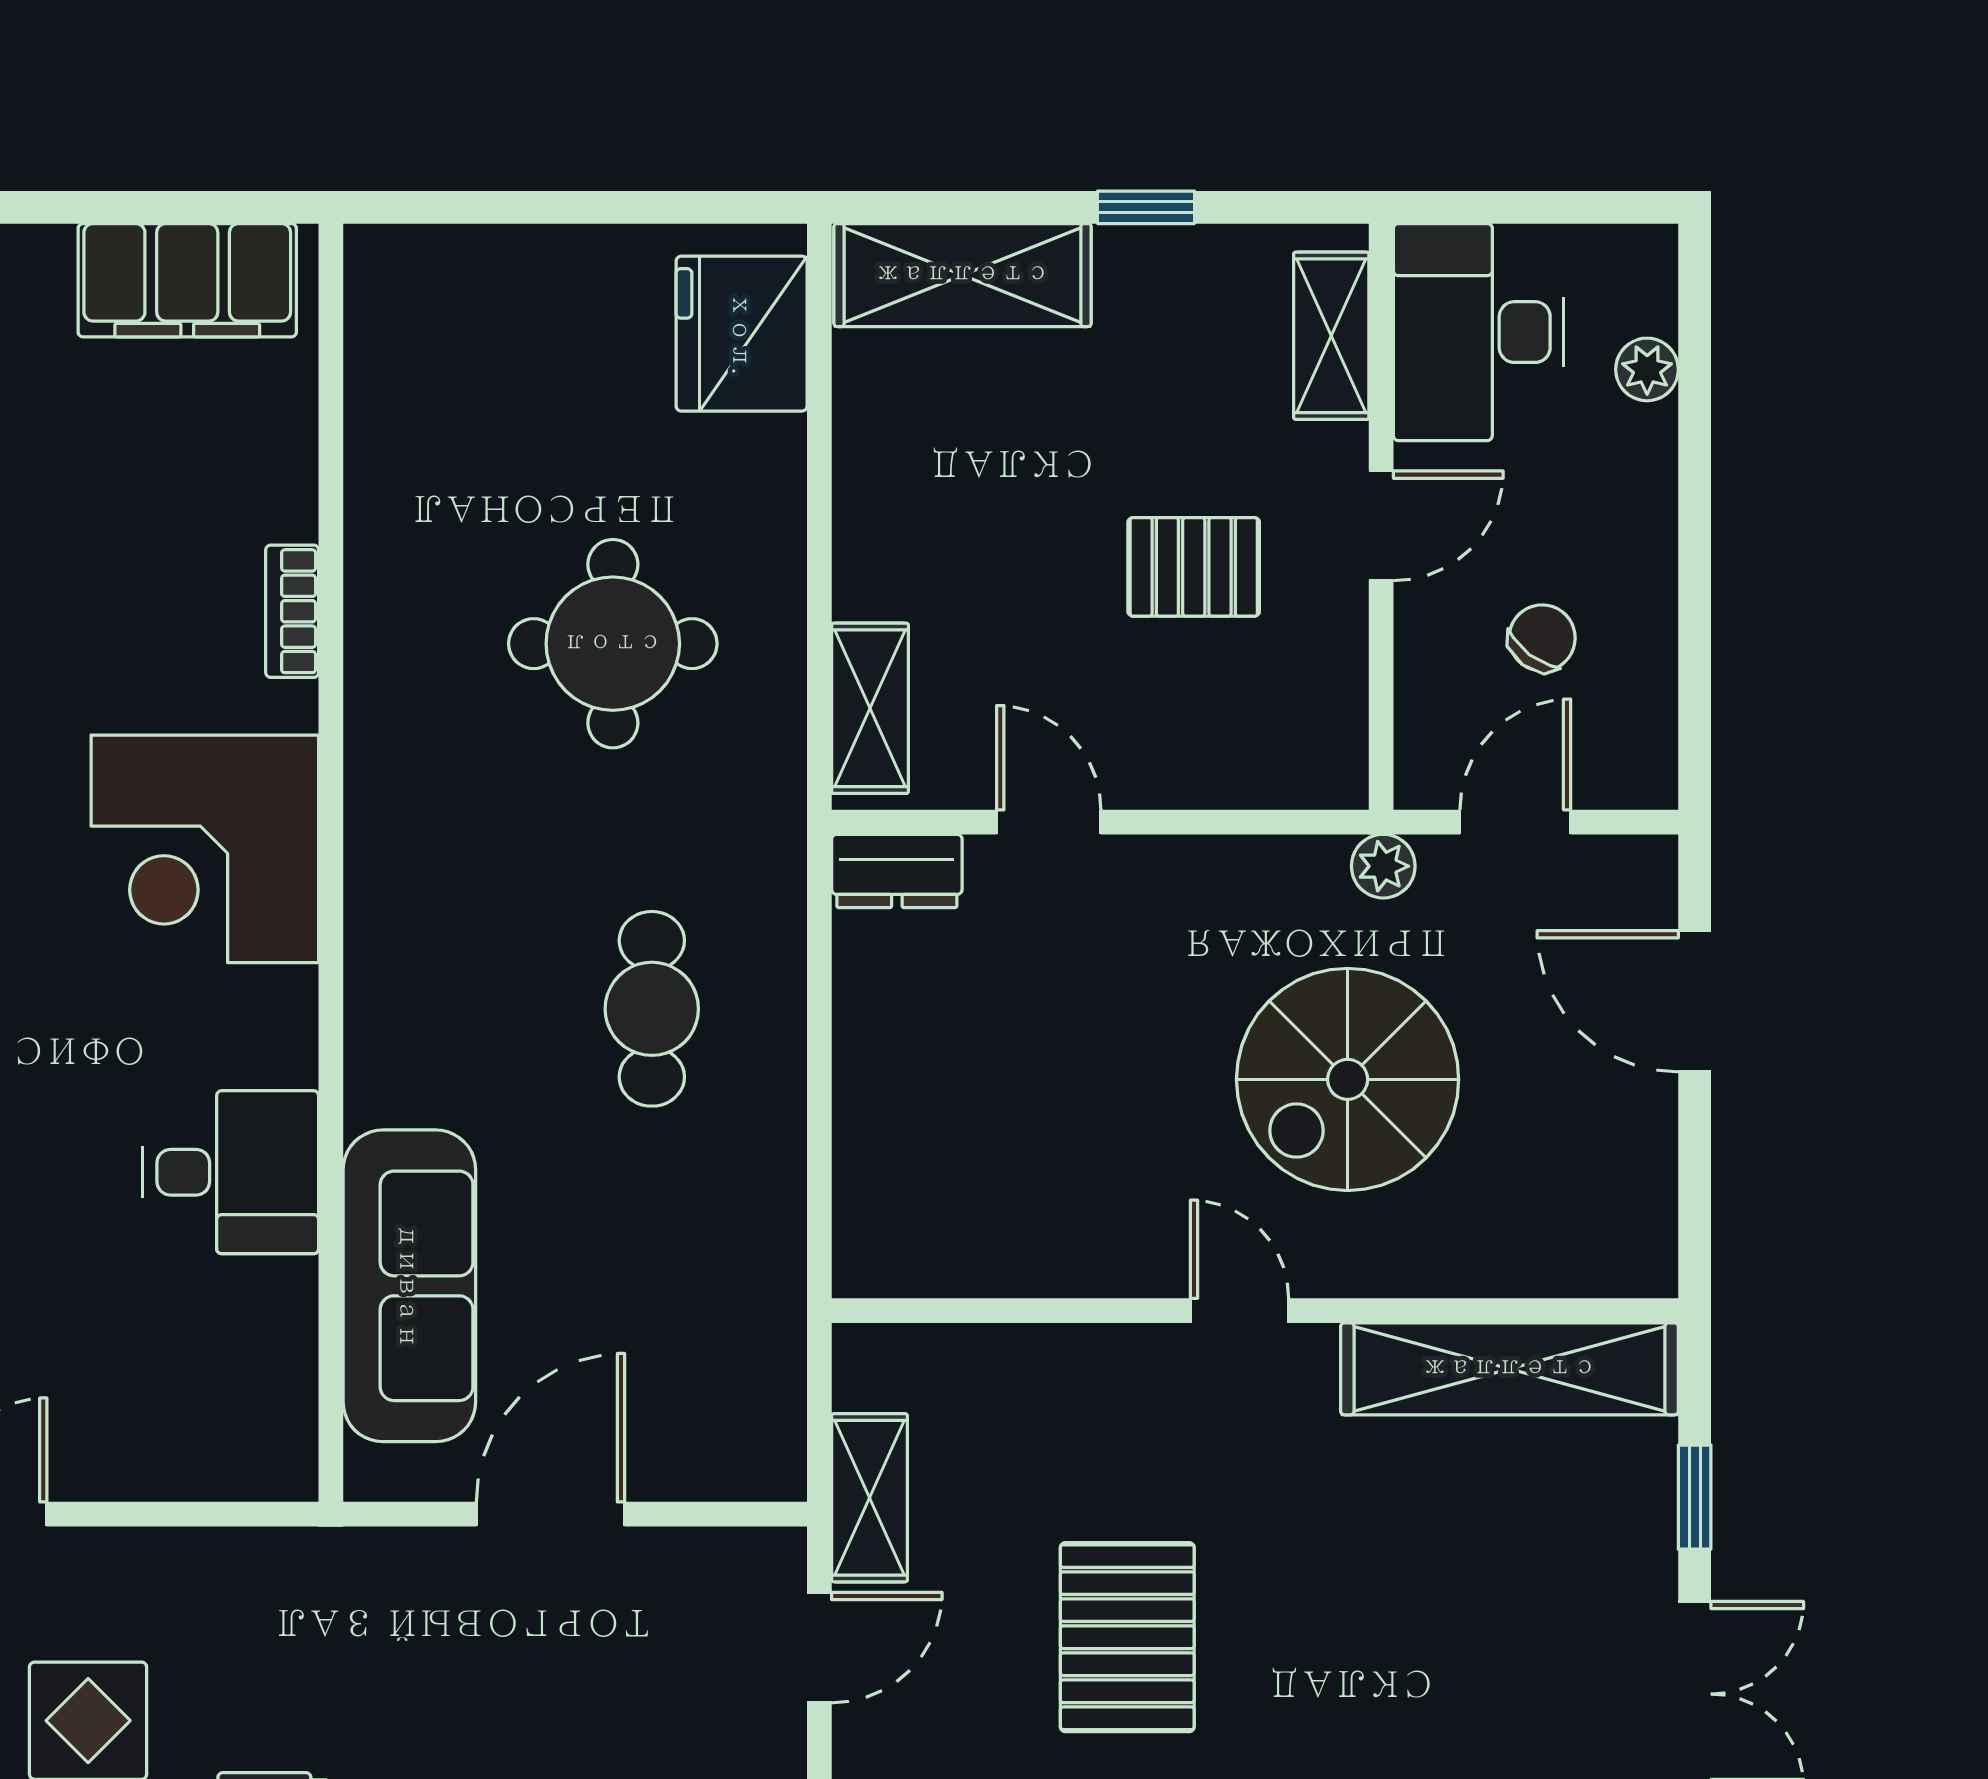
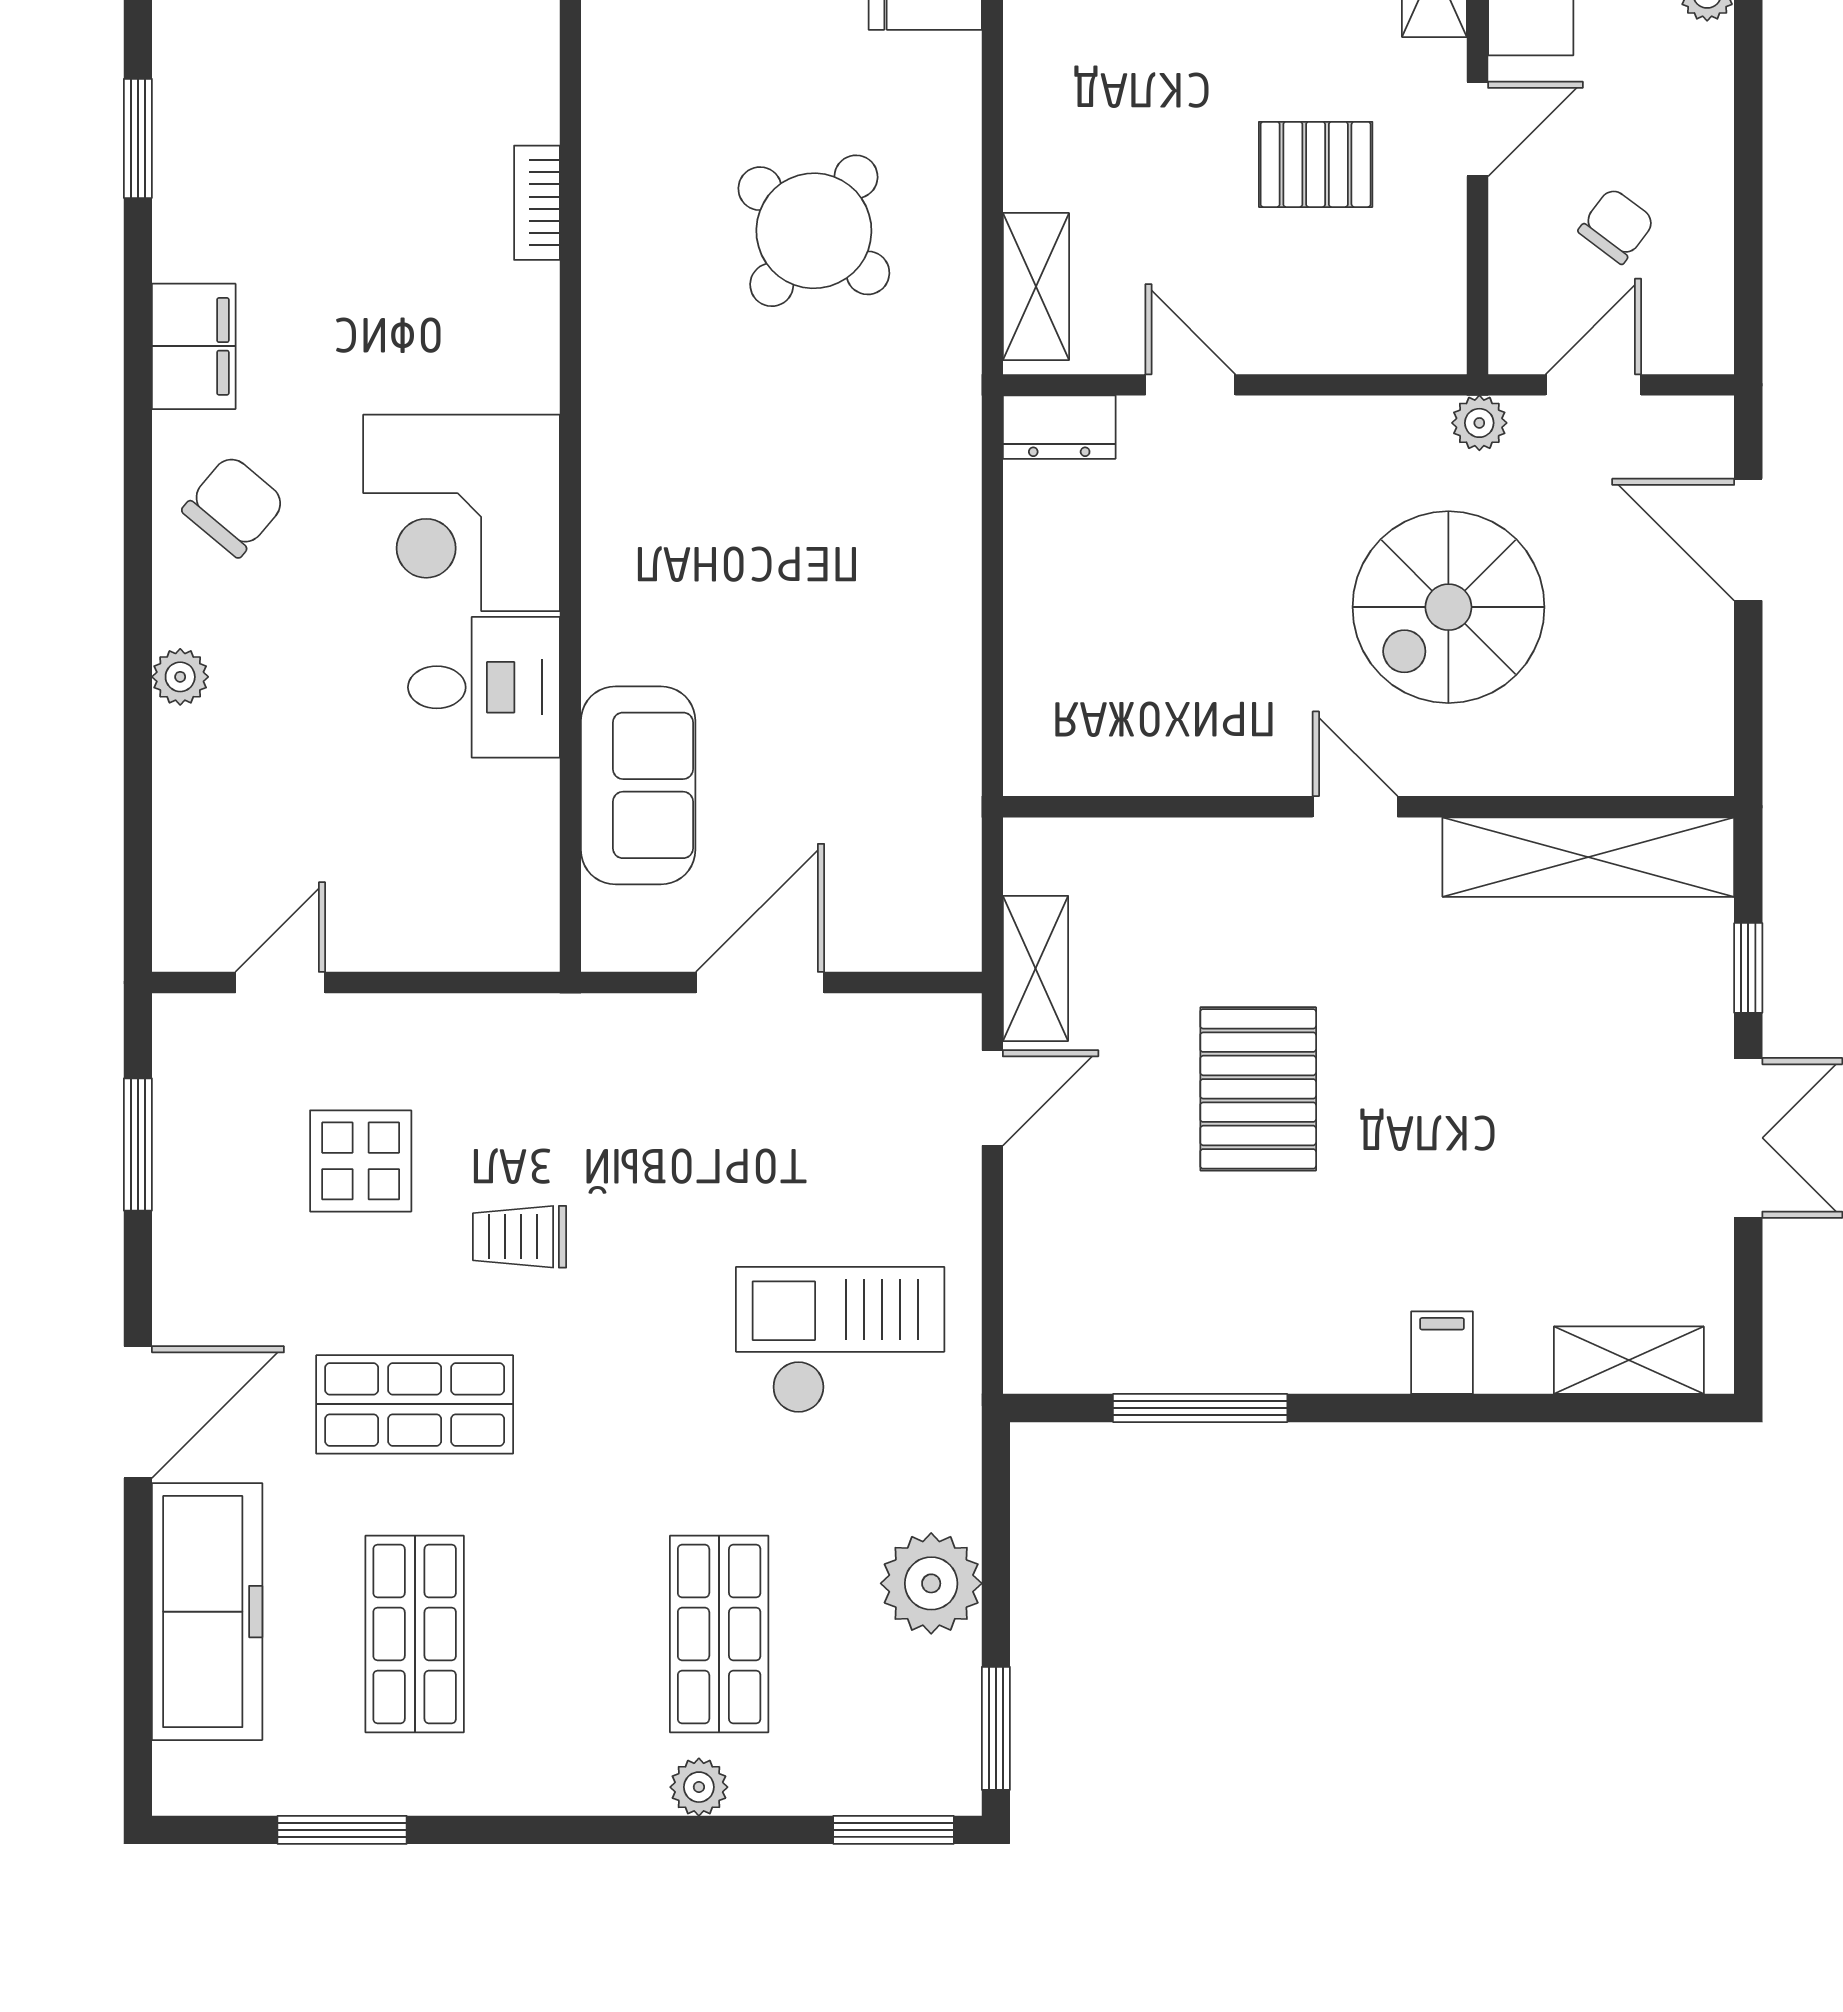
round table: (613, 644) -> (814, 231), turned 38
corner desk: (205, 849) -> (462, 513), moved
cafe table: (652, 1009) -> (848, 546), removed
sofa: (409, 1286) -> (638, 785), width x0.73

